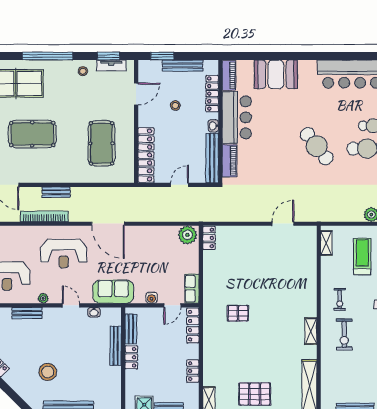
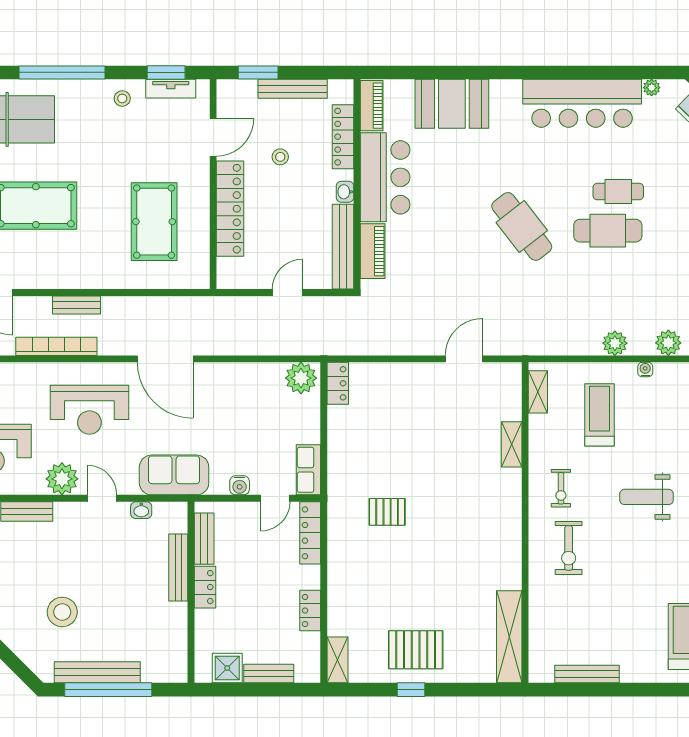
locker: (146, 155) -> (230, 209), moved
plant: (43, 298) -> (62, 479), width x1.88, depth x1.88
shelving: (311, 331) -> (512, 444), moved

